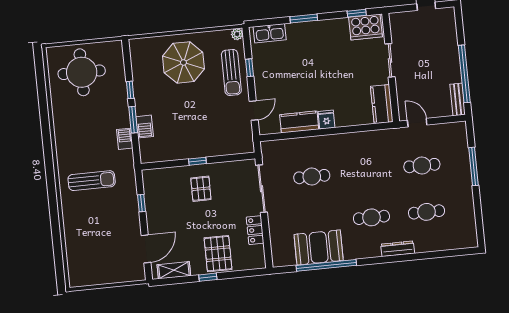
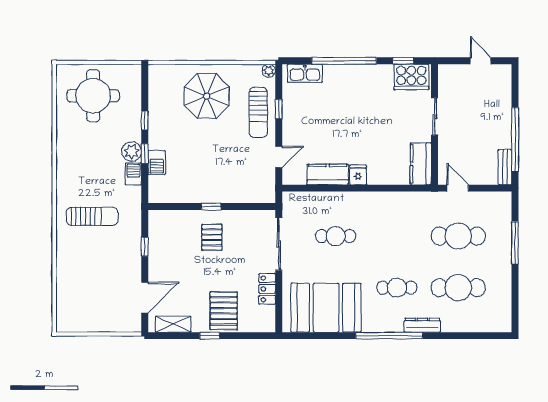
window: (304, 18) -> (344, 61), width x2.11
plant: (121, 119) -> (132, 152), added
window: (133, 120) -> (145, 154), width x0.67
cafe table: (422, 166) -> (458, 236), width x1.37, depth x1.35
cafe table: (427, 212) -> (458, 288), width x1.37, depth x1.35
booth: (319, 247) -> (326, 308), width x1.36, depth x1.42
window: (326, 265) -> (389, 336), moved

